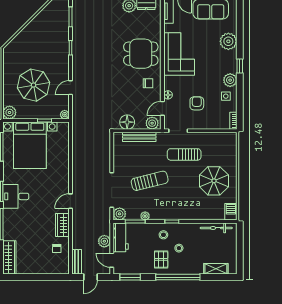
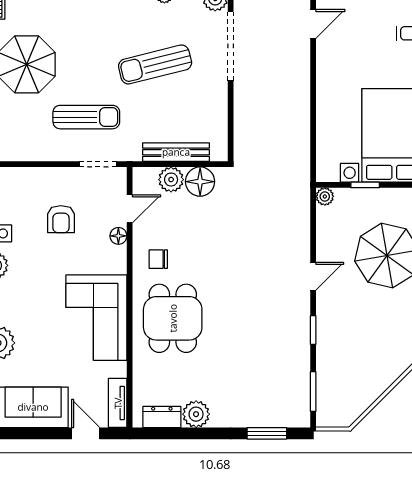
dining table: (141, 54) -> (173, 318), turned 90
door: (70, 88) -> (313, 276), moved
plant: (152, 123) -> (171, 180), moved

